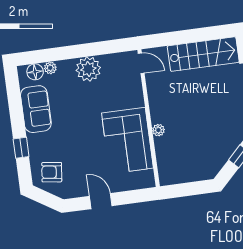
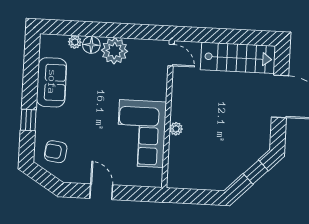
floor lamp: (35, 72) -> (91, 45), moved

